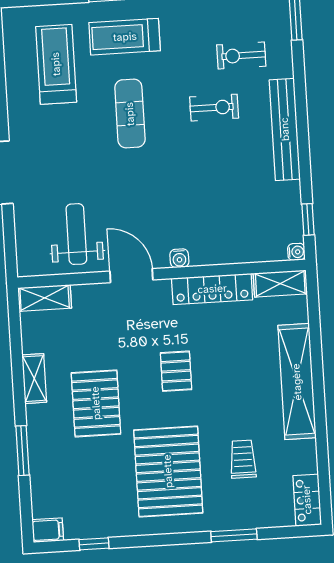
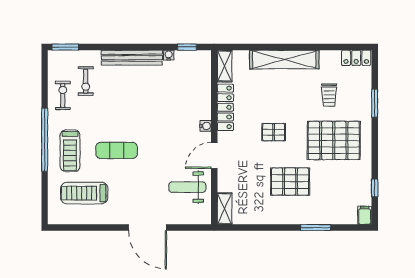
exercise bike: (214, 108) -> (63, 95), moved
water cooler: (296, 252) -> (169, 55), moved
shelving: (34, 379) -> (273, 218), removed
trolley: (243, 459) -> (329, 95), turned -90

